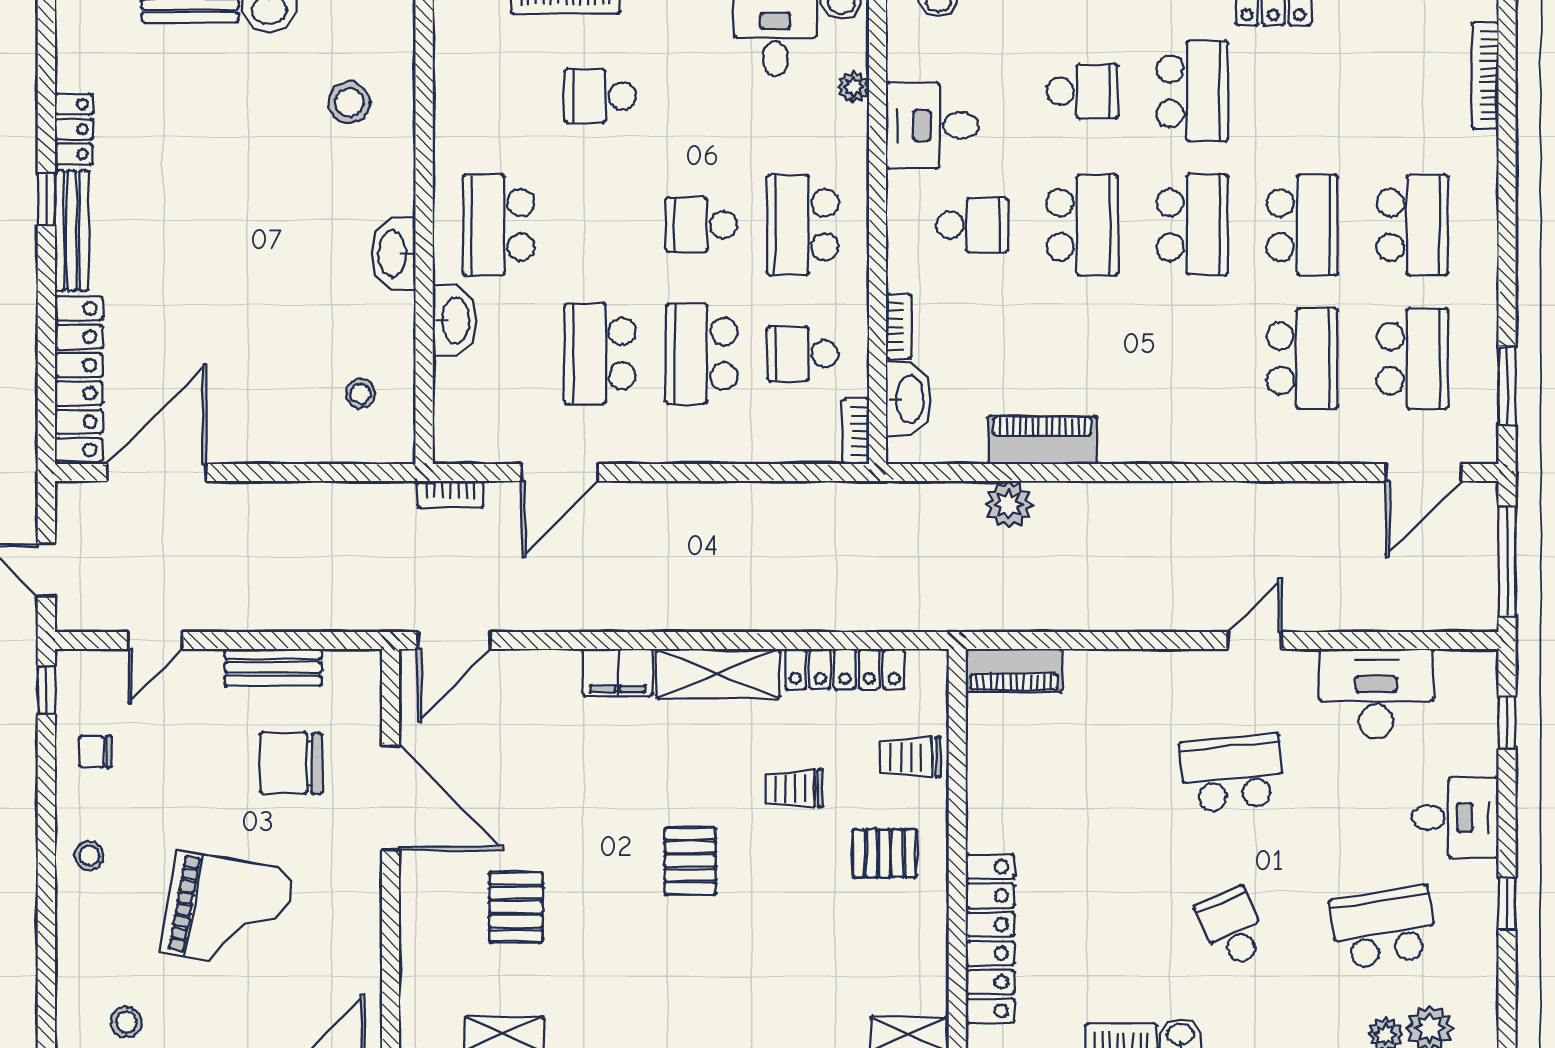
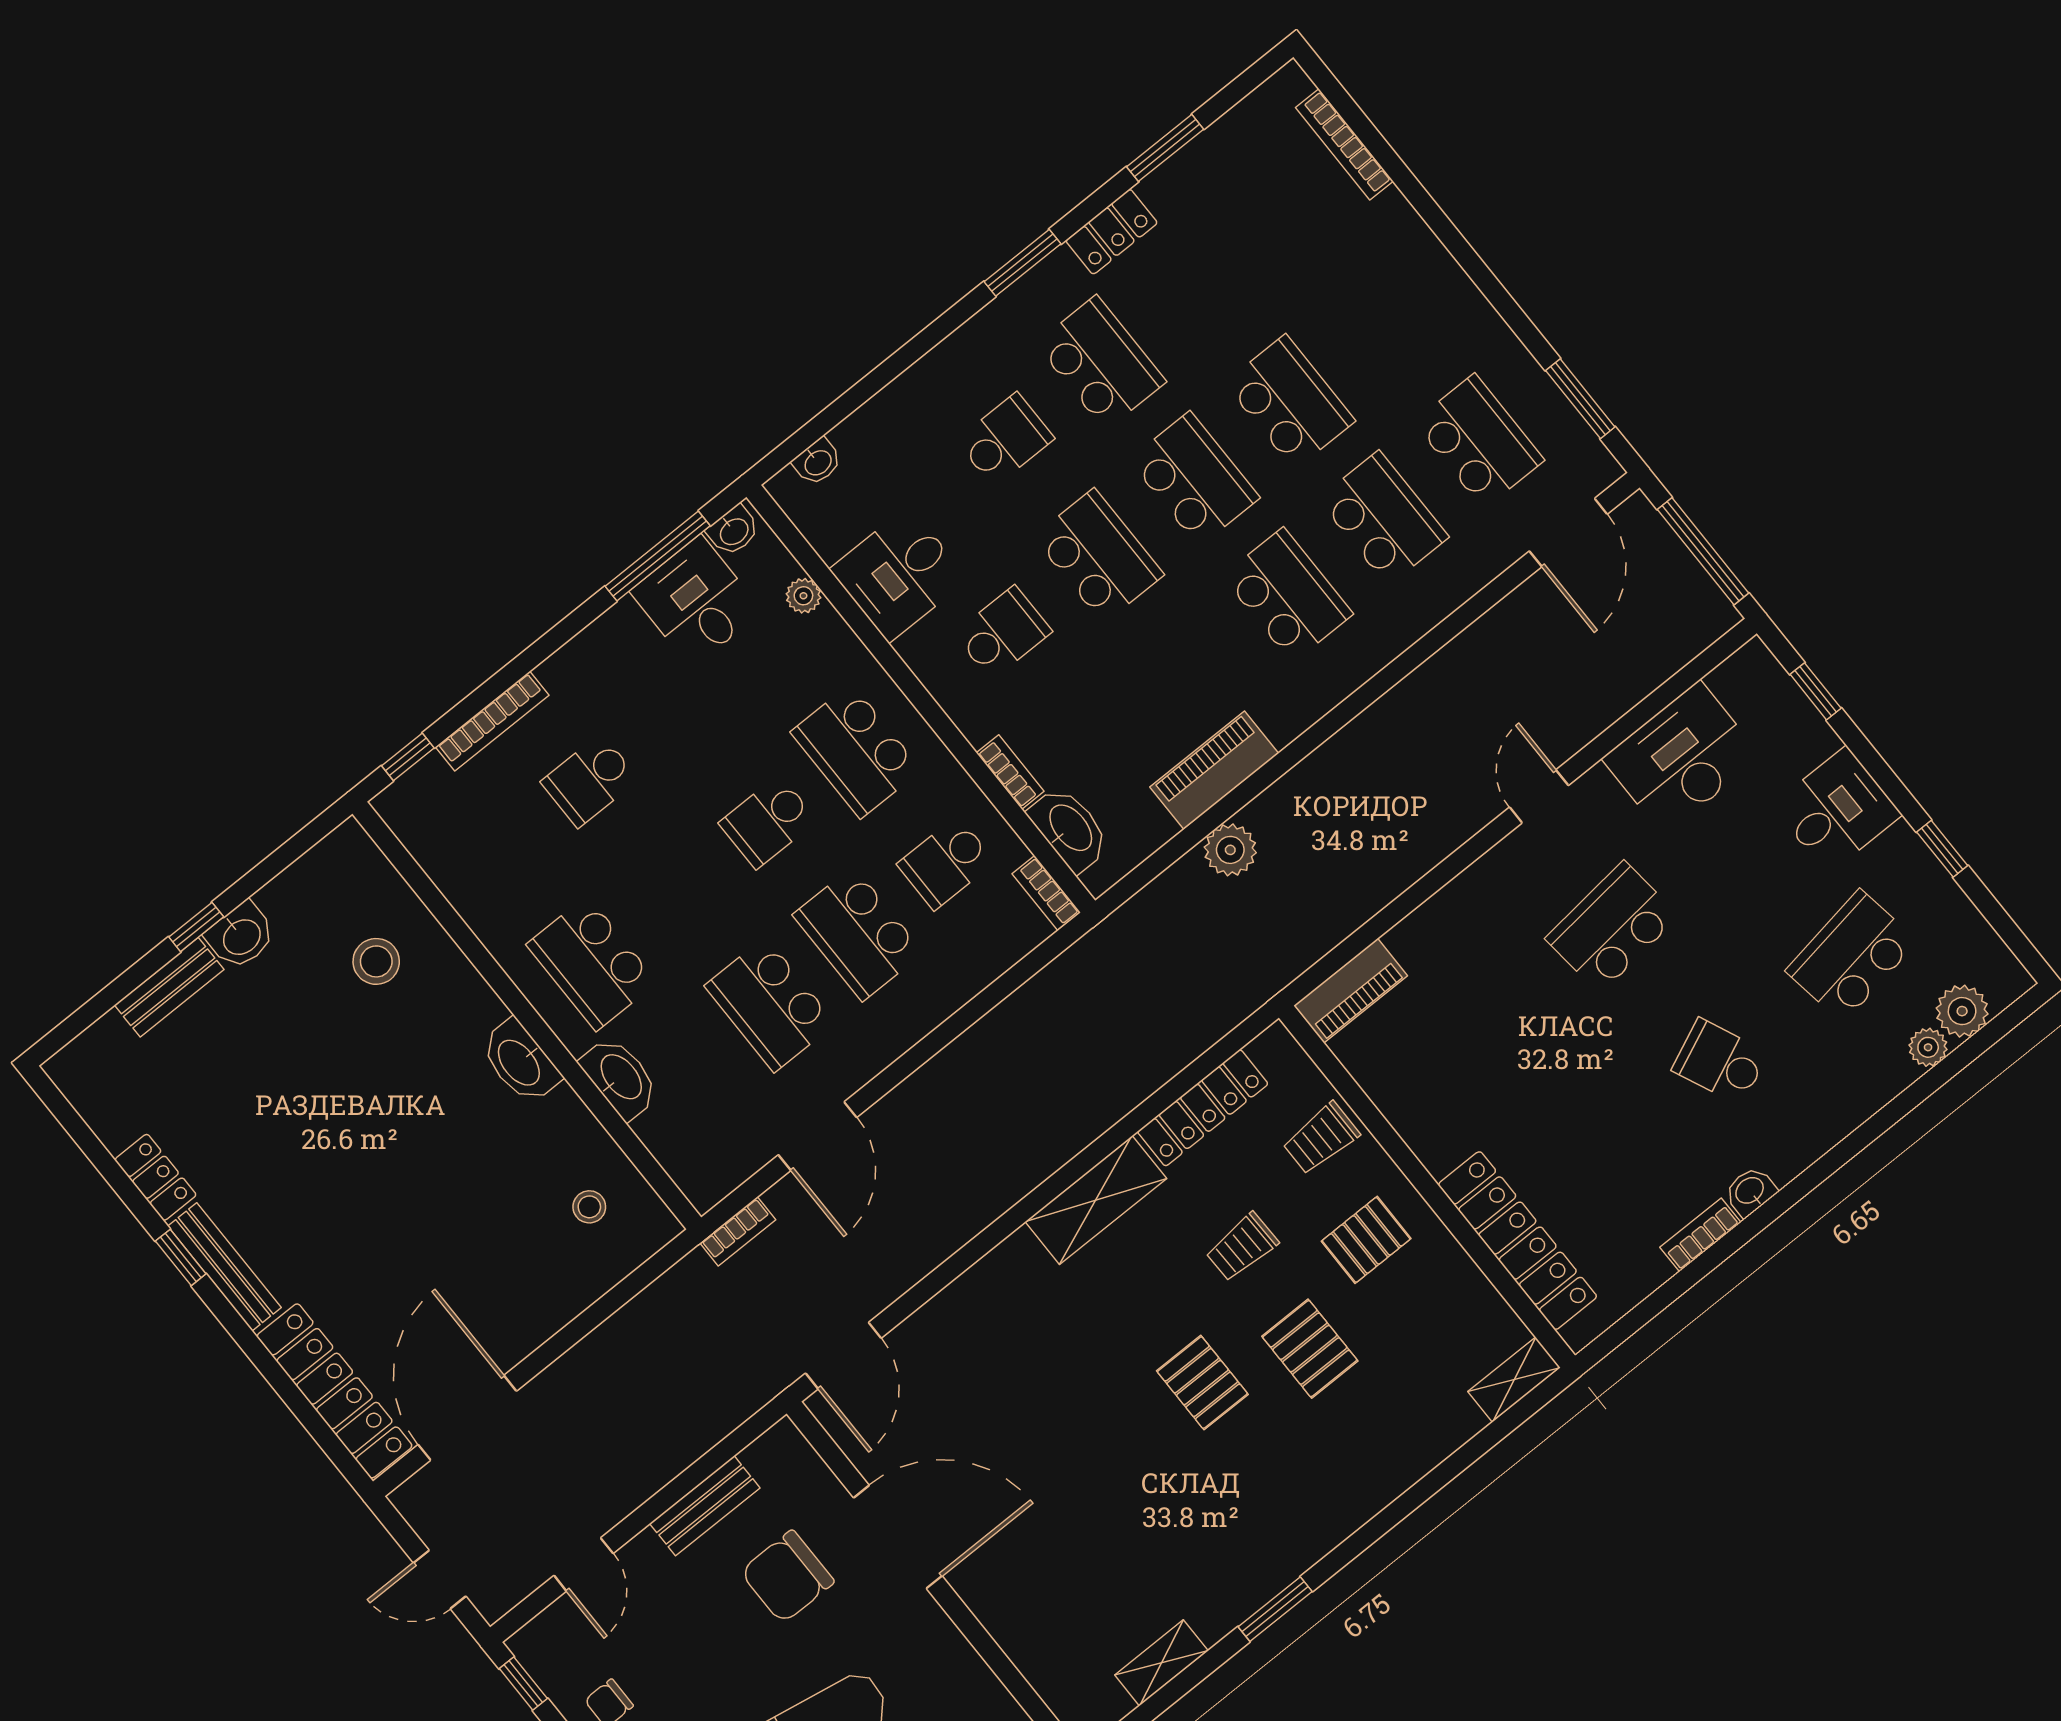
school desk: (1412, 225) -> (1288, 595), moved
filing cabinet: (618, 672) -> (1008, 1269), removed
pallet: (516, 907) -> (1310, 1349), moved

